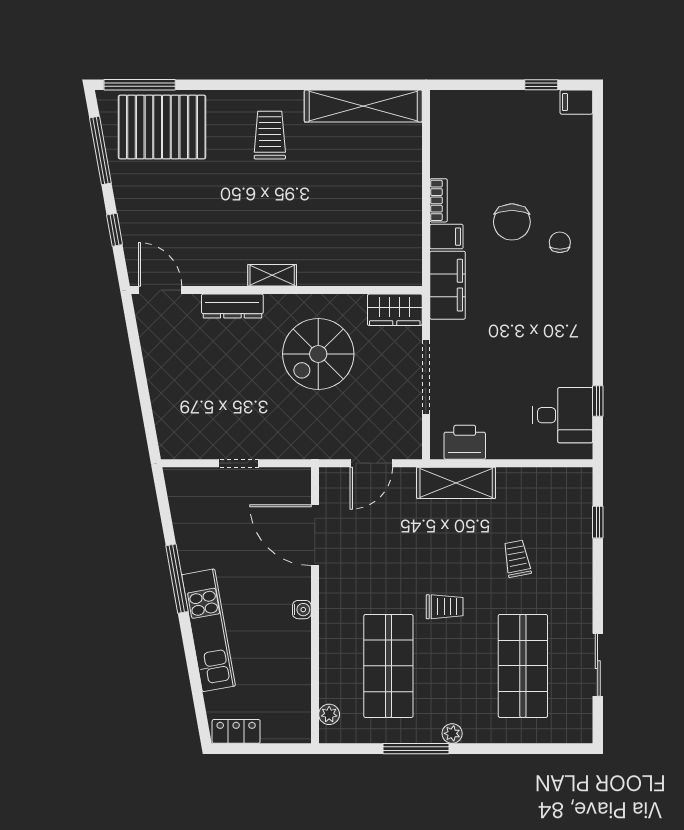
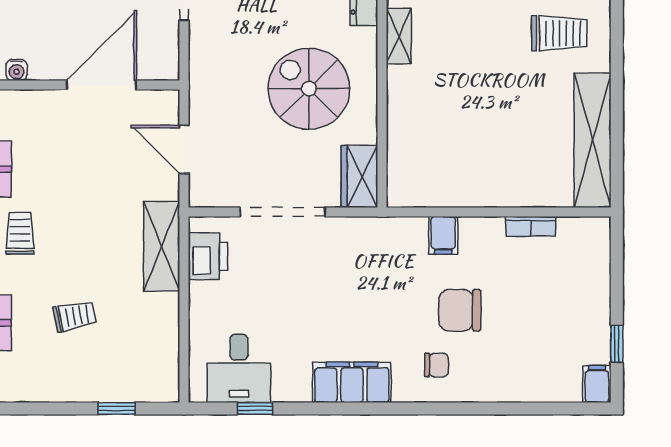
bookcase: (439, 200) -> (531, 226), moved
filing cabinet: (448, 285) -> (352, 382), moved, turned 180
trolley: (445, 607) -> (20, 233), turned 180

